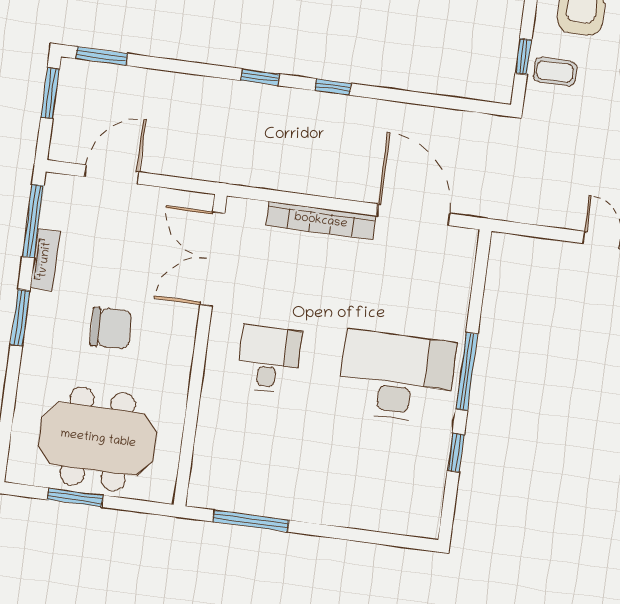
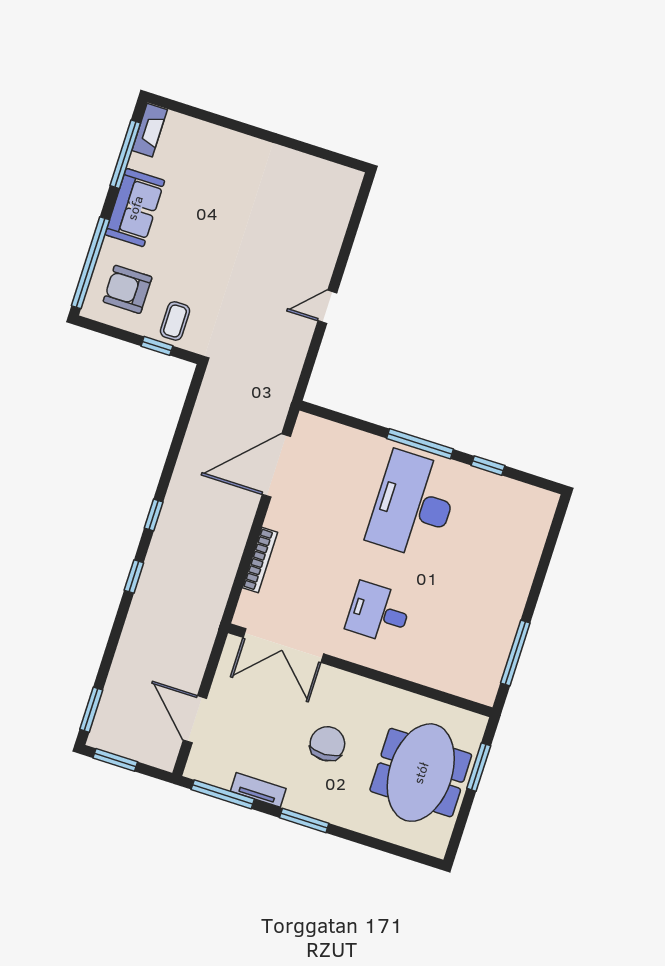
bookcase: (321, 221) -> (260, 560), width x0.68, depth x0.76
window: (75, 497) -> (479, 767), moved

